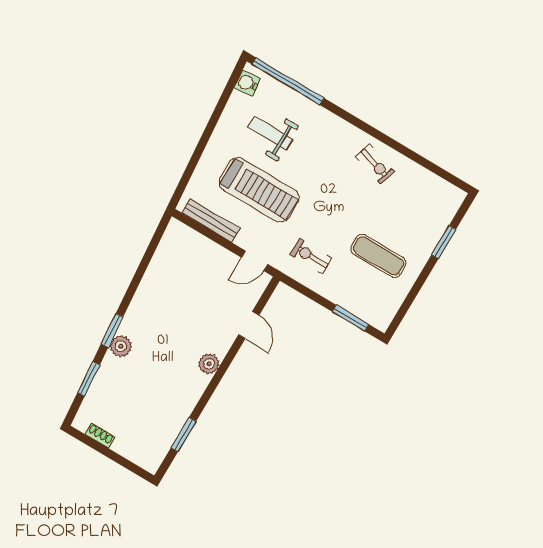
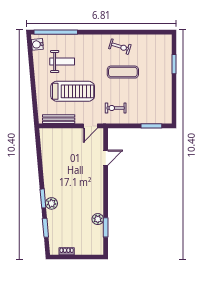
weight bench: (270, 133) -> (62, 62), turned 180
exercise mat: (378, 256) -> (123, 72), moved
door: (249, 325) -> (106, 158), hinge flipped
plant: (209, 364) -> (98, 219), moved

